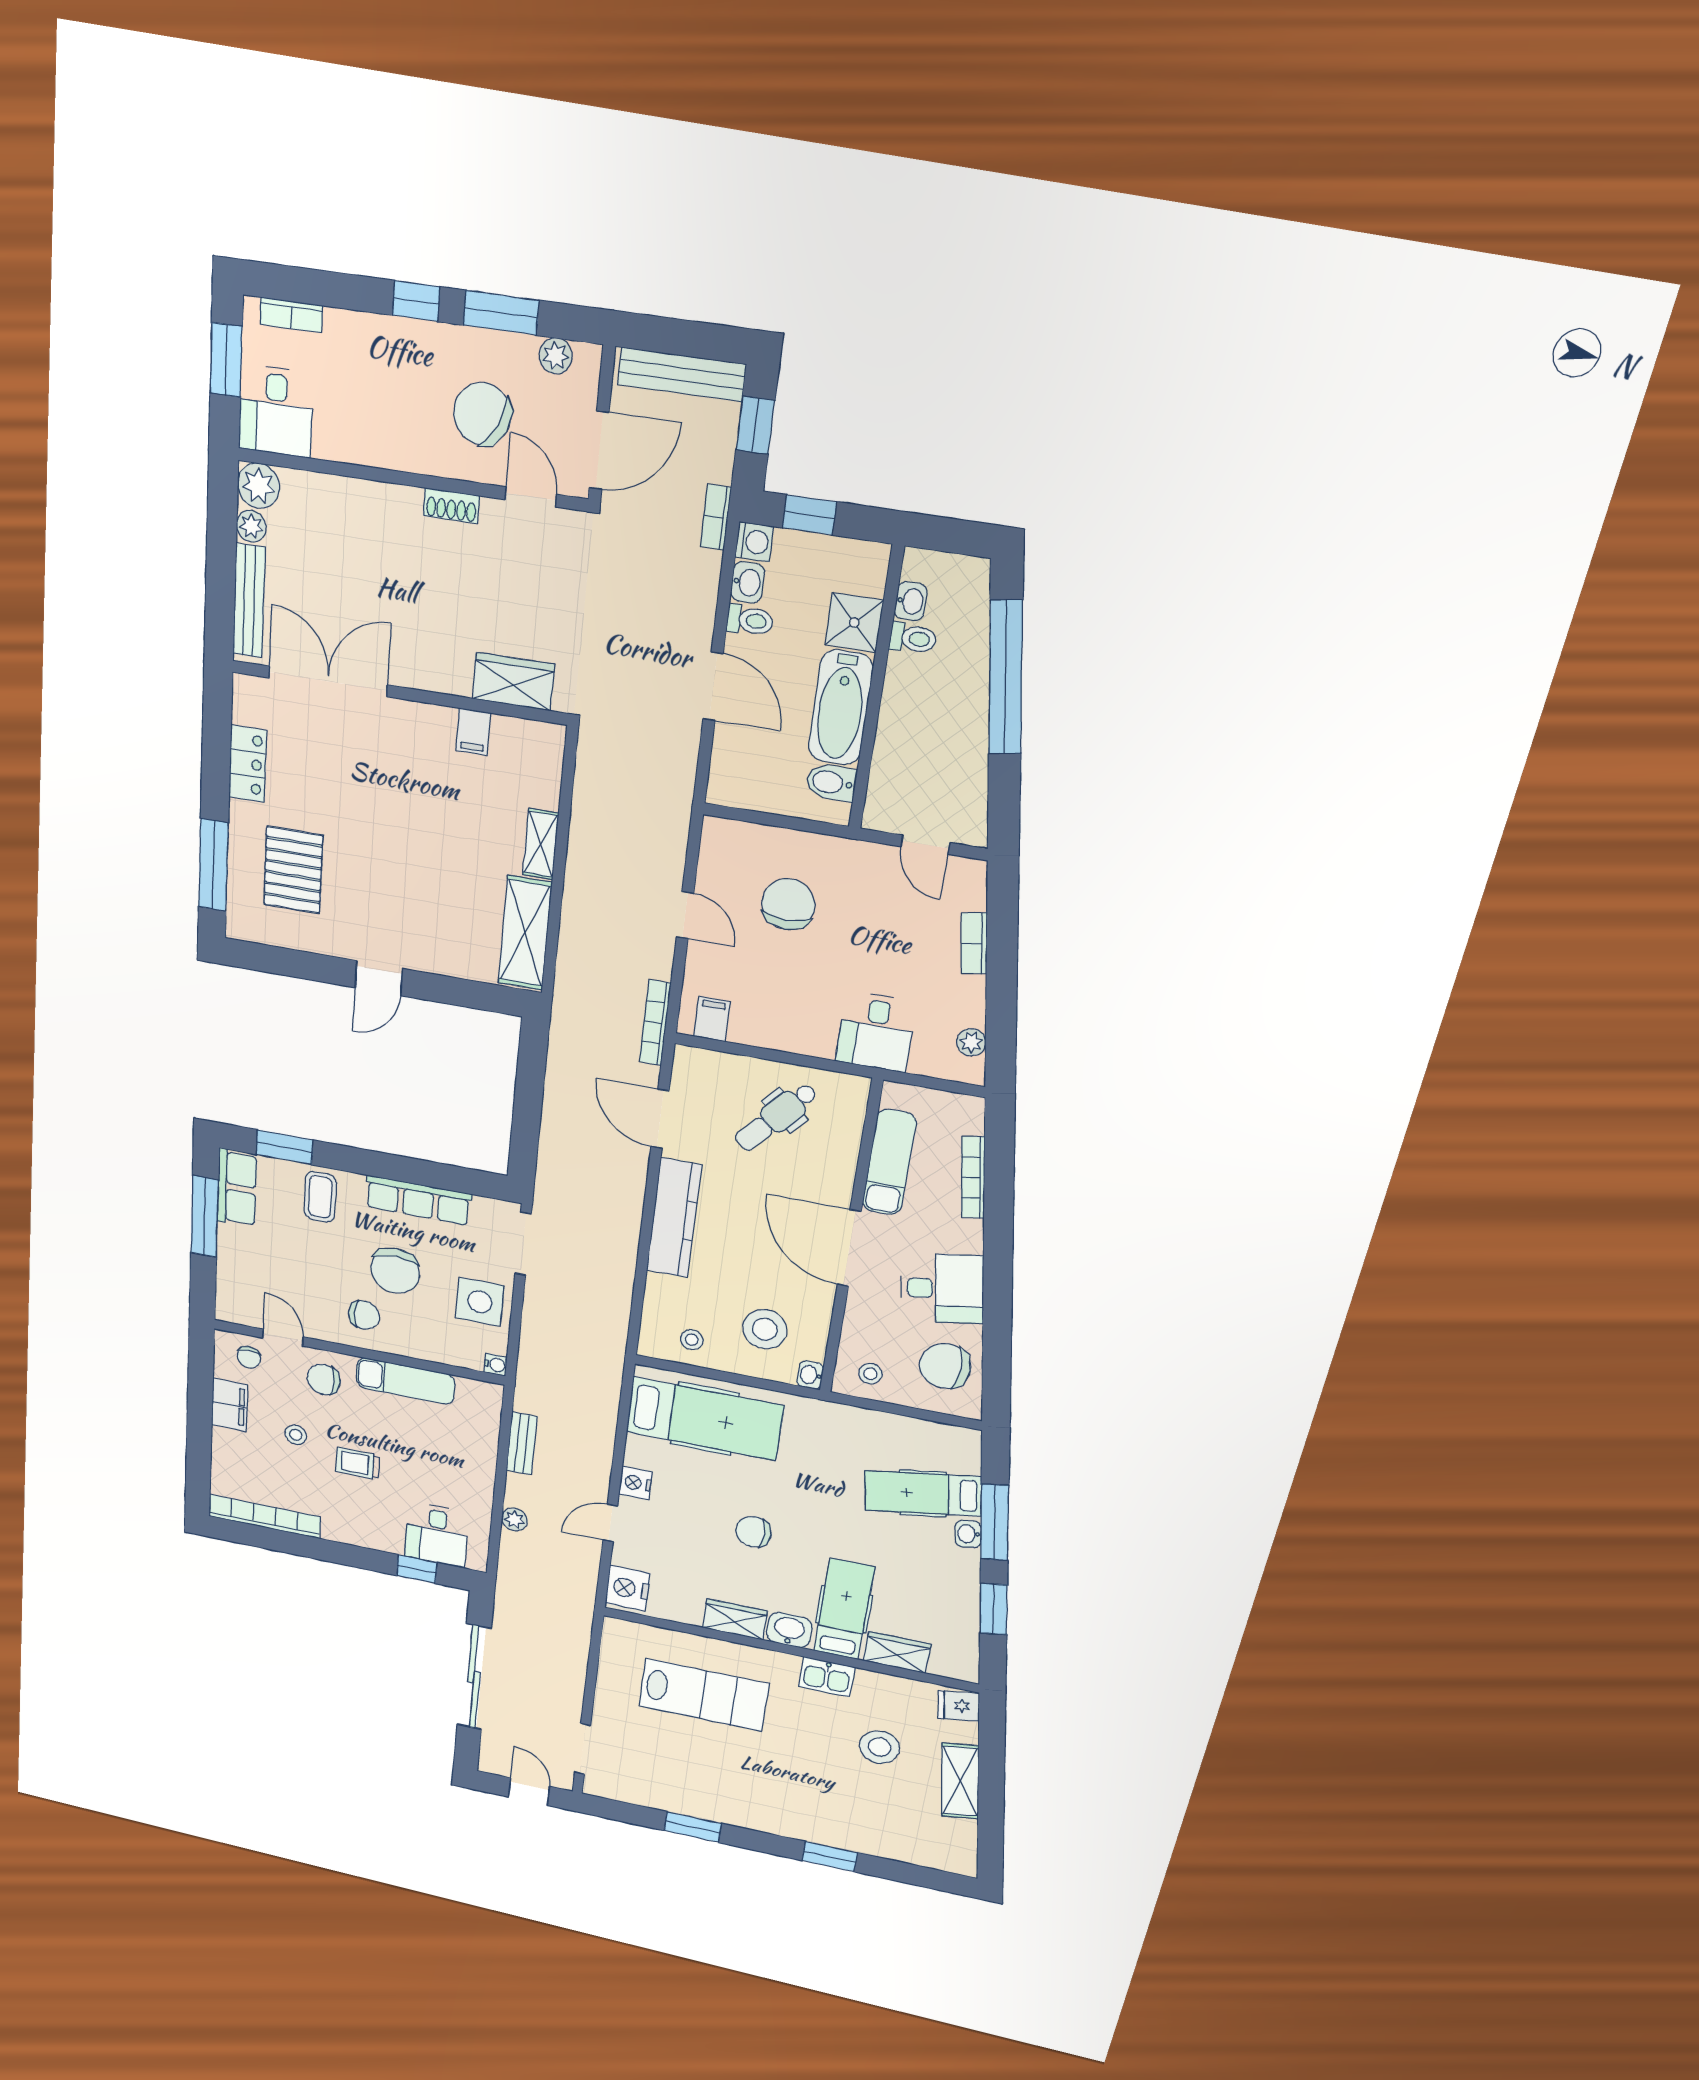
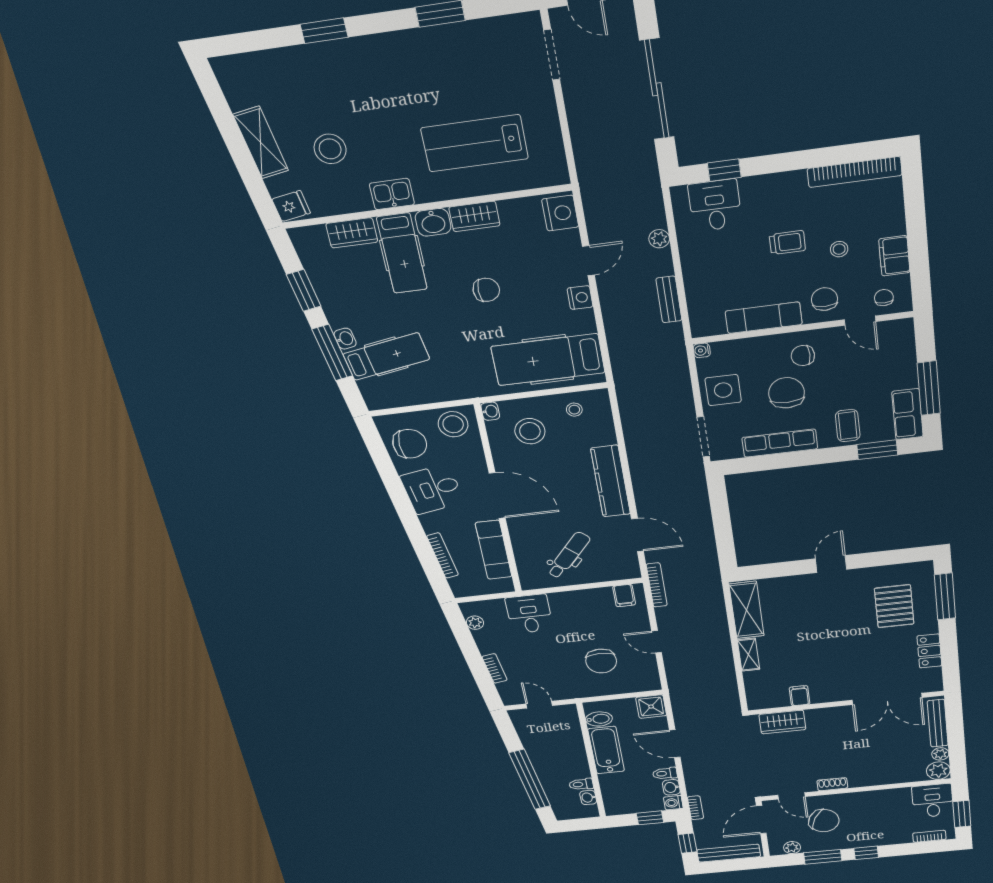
shower: (854, 623) -> (651, 707), moved
stool: (870, 1374) -> (453, 424), width x1.89, depth x1.89
chair: (324, 1380) -> (824, 299), turned -90

